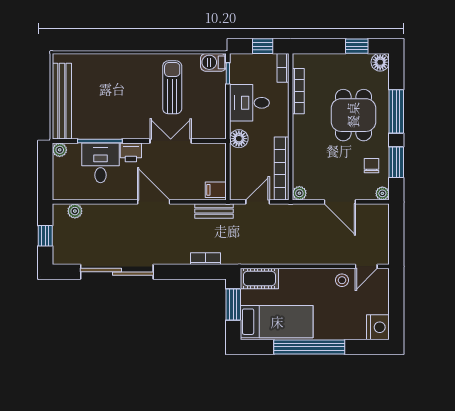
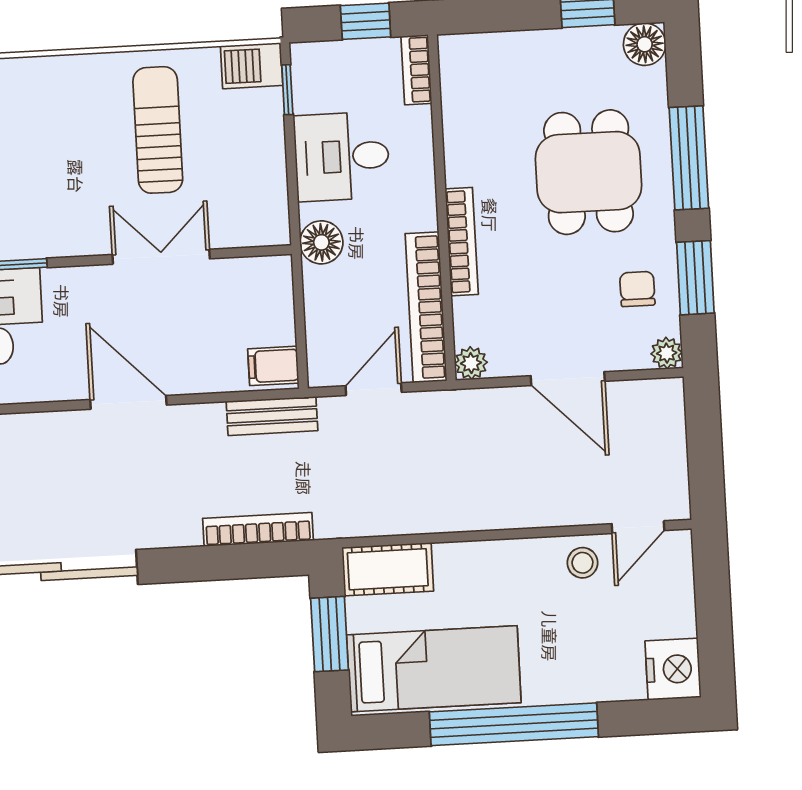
bookcase: (298, 91) -> (462, 242), moved
printer: (131, 152) -> (69, 288), removed
bookcase: (205, 259) -> (258, 529), width x1.56

